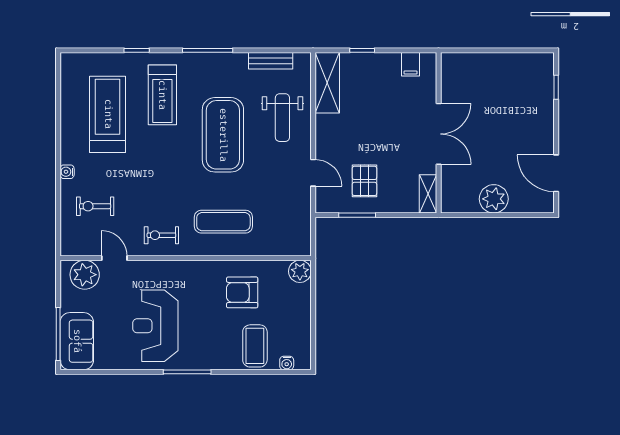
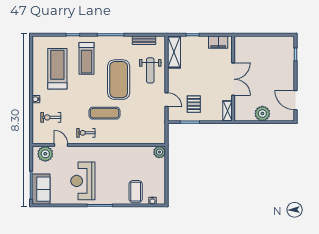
filing cabinet: (411, 64) -> (218, 42), width x2.00
exercise mat: (223, 222) -> (105, 113), moved
armchair: (242, 292) -> (129, 163), removed

